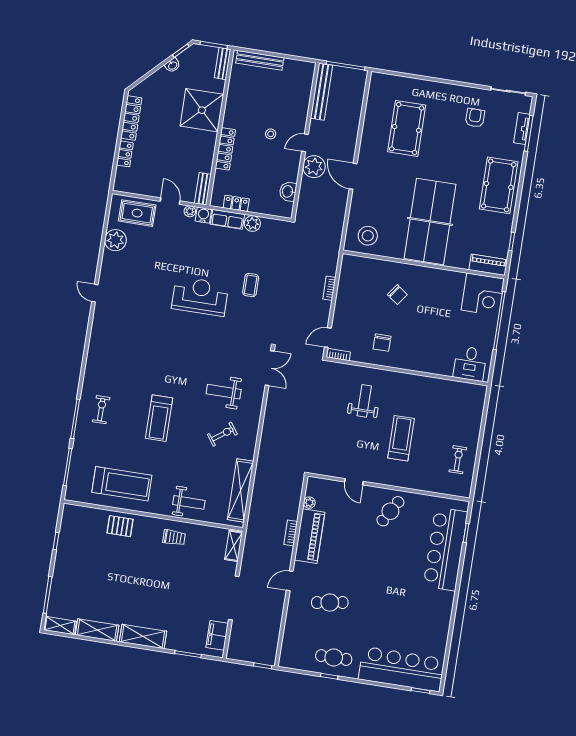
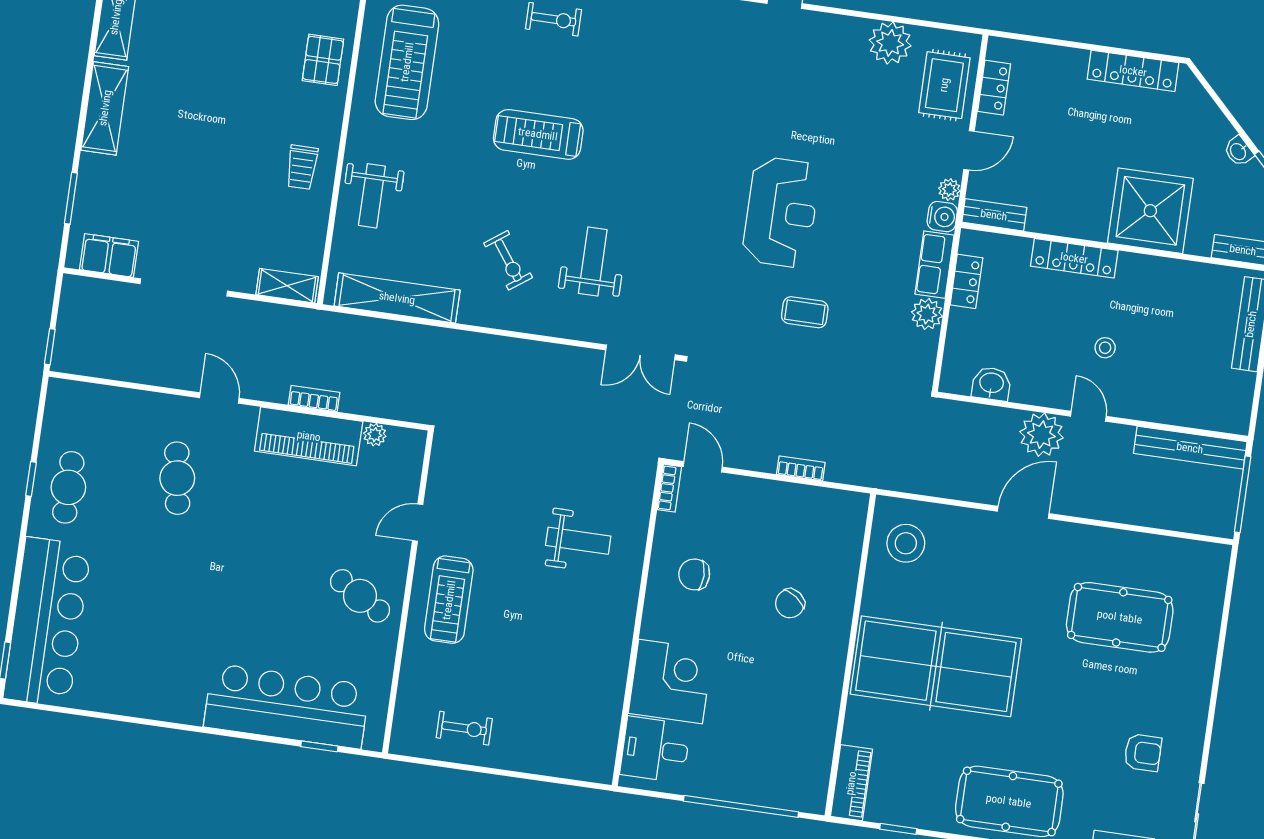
locker: (125, 154) -> (994, 88), moved, turned -90
corner desk: (483, 294) -> (670, 682), moved, turned 180
treadmill: (401, 438) -> (449, 600), moved, turned 90

